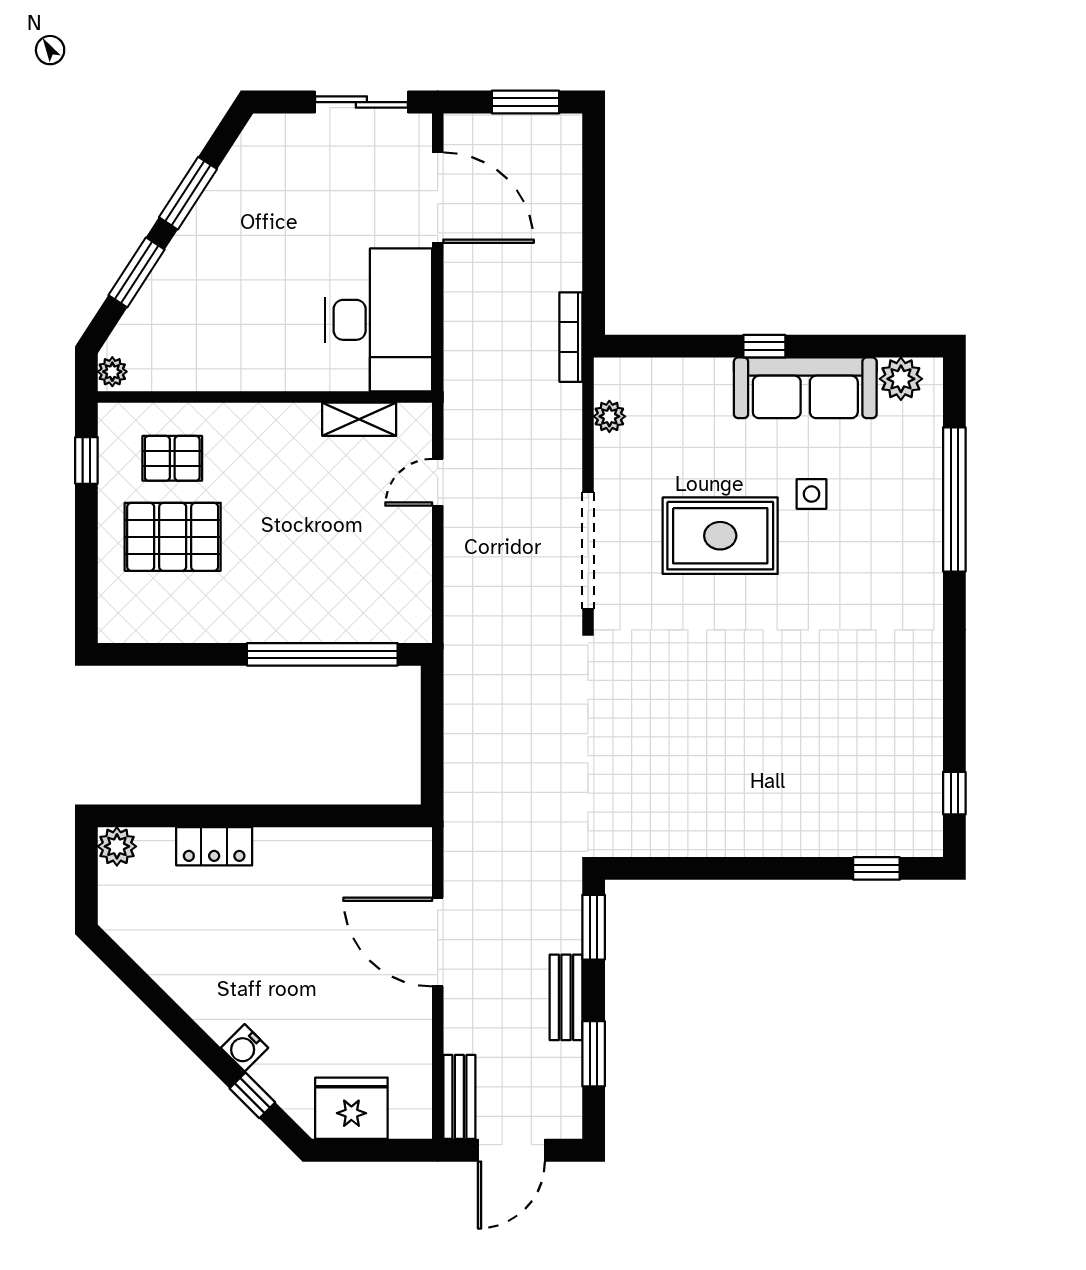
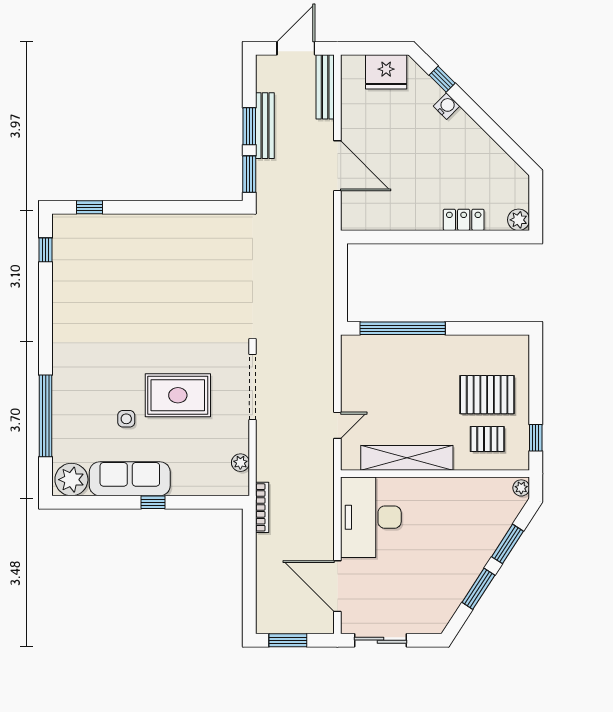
plant: (901, 379) -> (71, 480), width x1.36, depth x1.36
shelving: (359, 419) -> (407, 458), width x2.20, depth x1.33
bench: (566, 997) -> (265, 126), width x1.36
window: (594, 1054) -> (249, 126), moved
bench: (459, 1097) -> (325, 87), width x1.36

